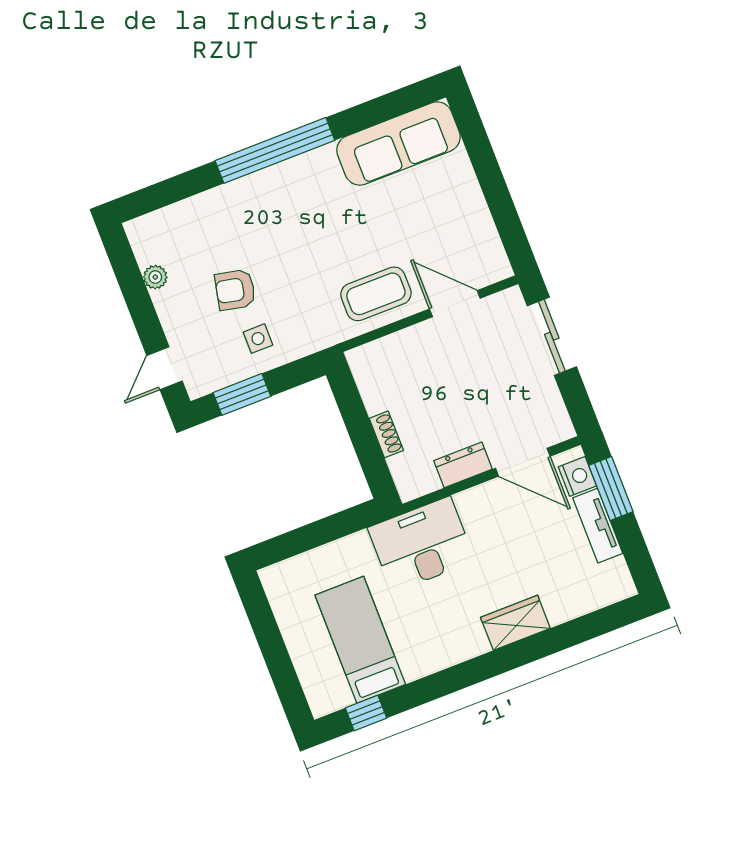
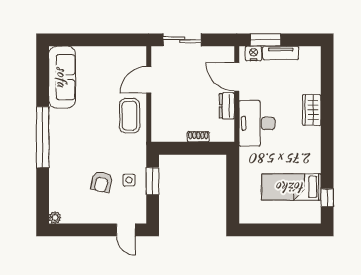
plant: (155, 277) -> (55, 218), moved
window: (242, 394) -> (153, 181), moved
door: (523, 462) -> (237, 77), swing flipped
desk: (421, 544) -> (257, 123), moved

